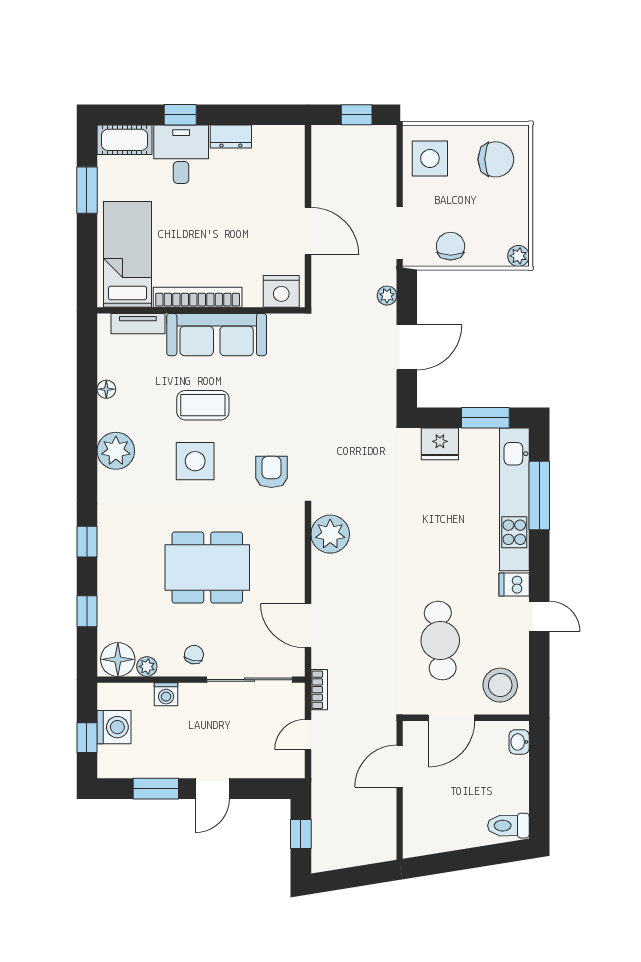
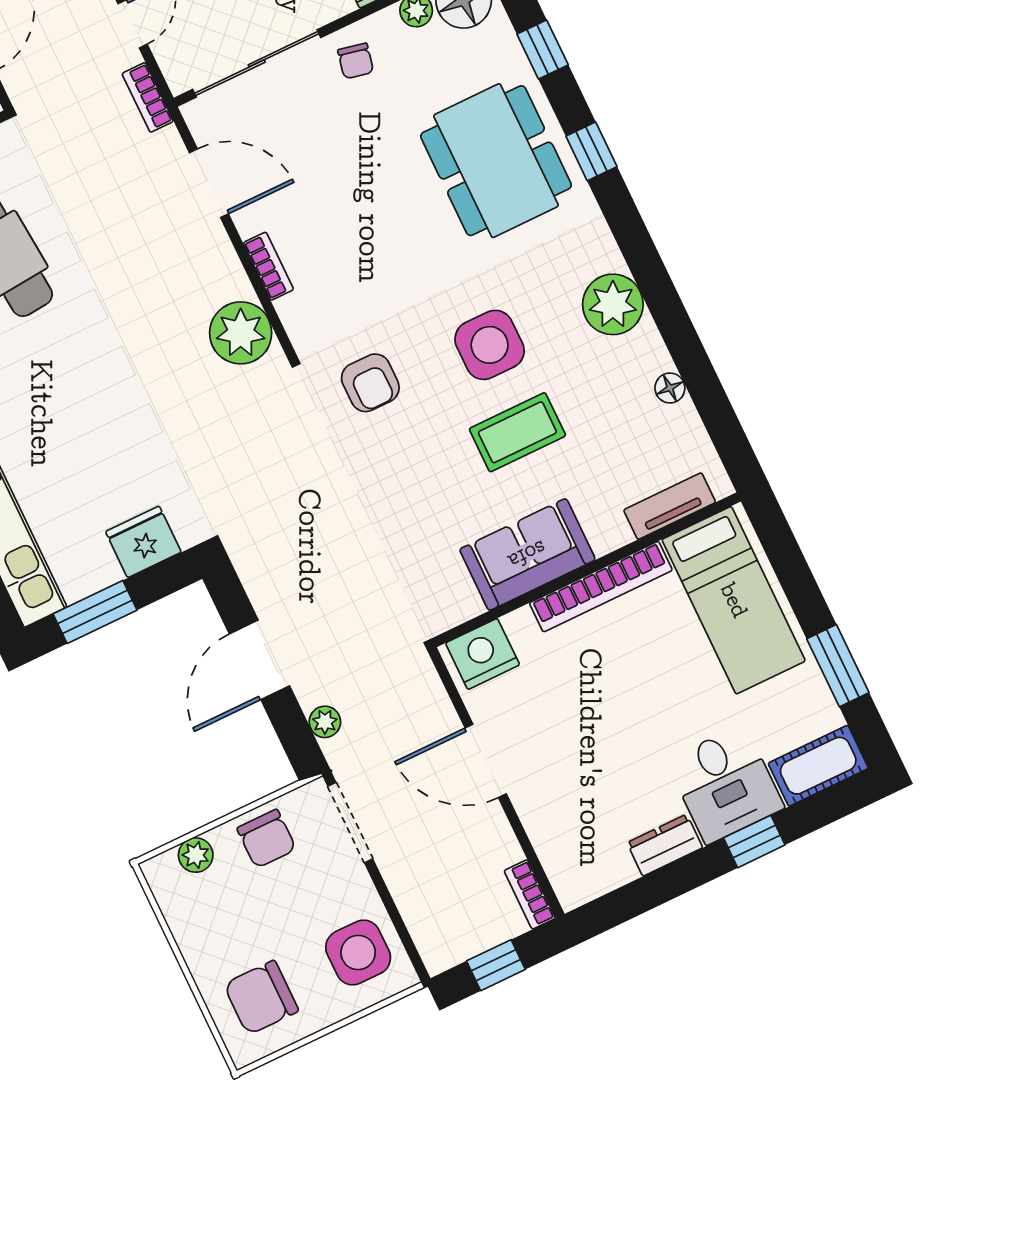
bookcase: (319, 145) -> (530, 894), added
plant: (518, 256) -> (196, 855), moved
sofa: (217, 335) -> (527, 555), width x0.73
bookcase: (297, 564) -> (268, 266), added
dining table: (207, 567) -> (496, 161), moved, turned 90

